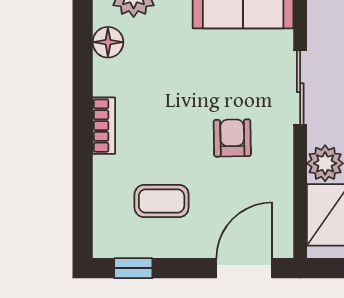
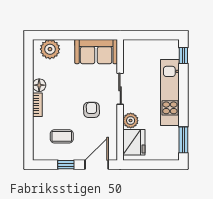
floor lamp: (108, 42) -> (39, 85), moved
window: (133, 268) -> (66, 165), moved

